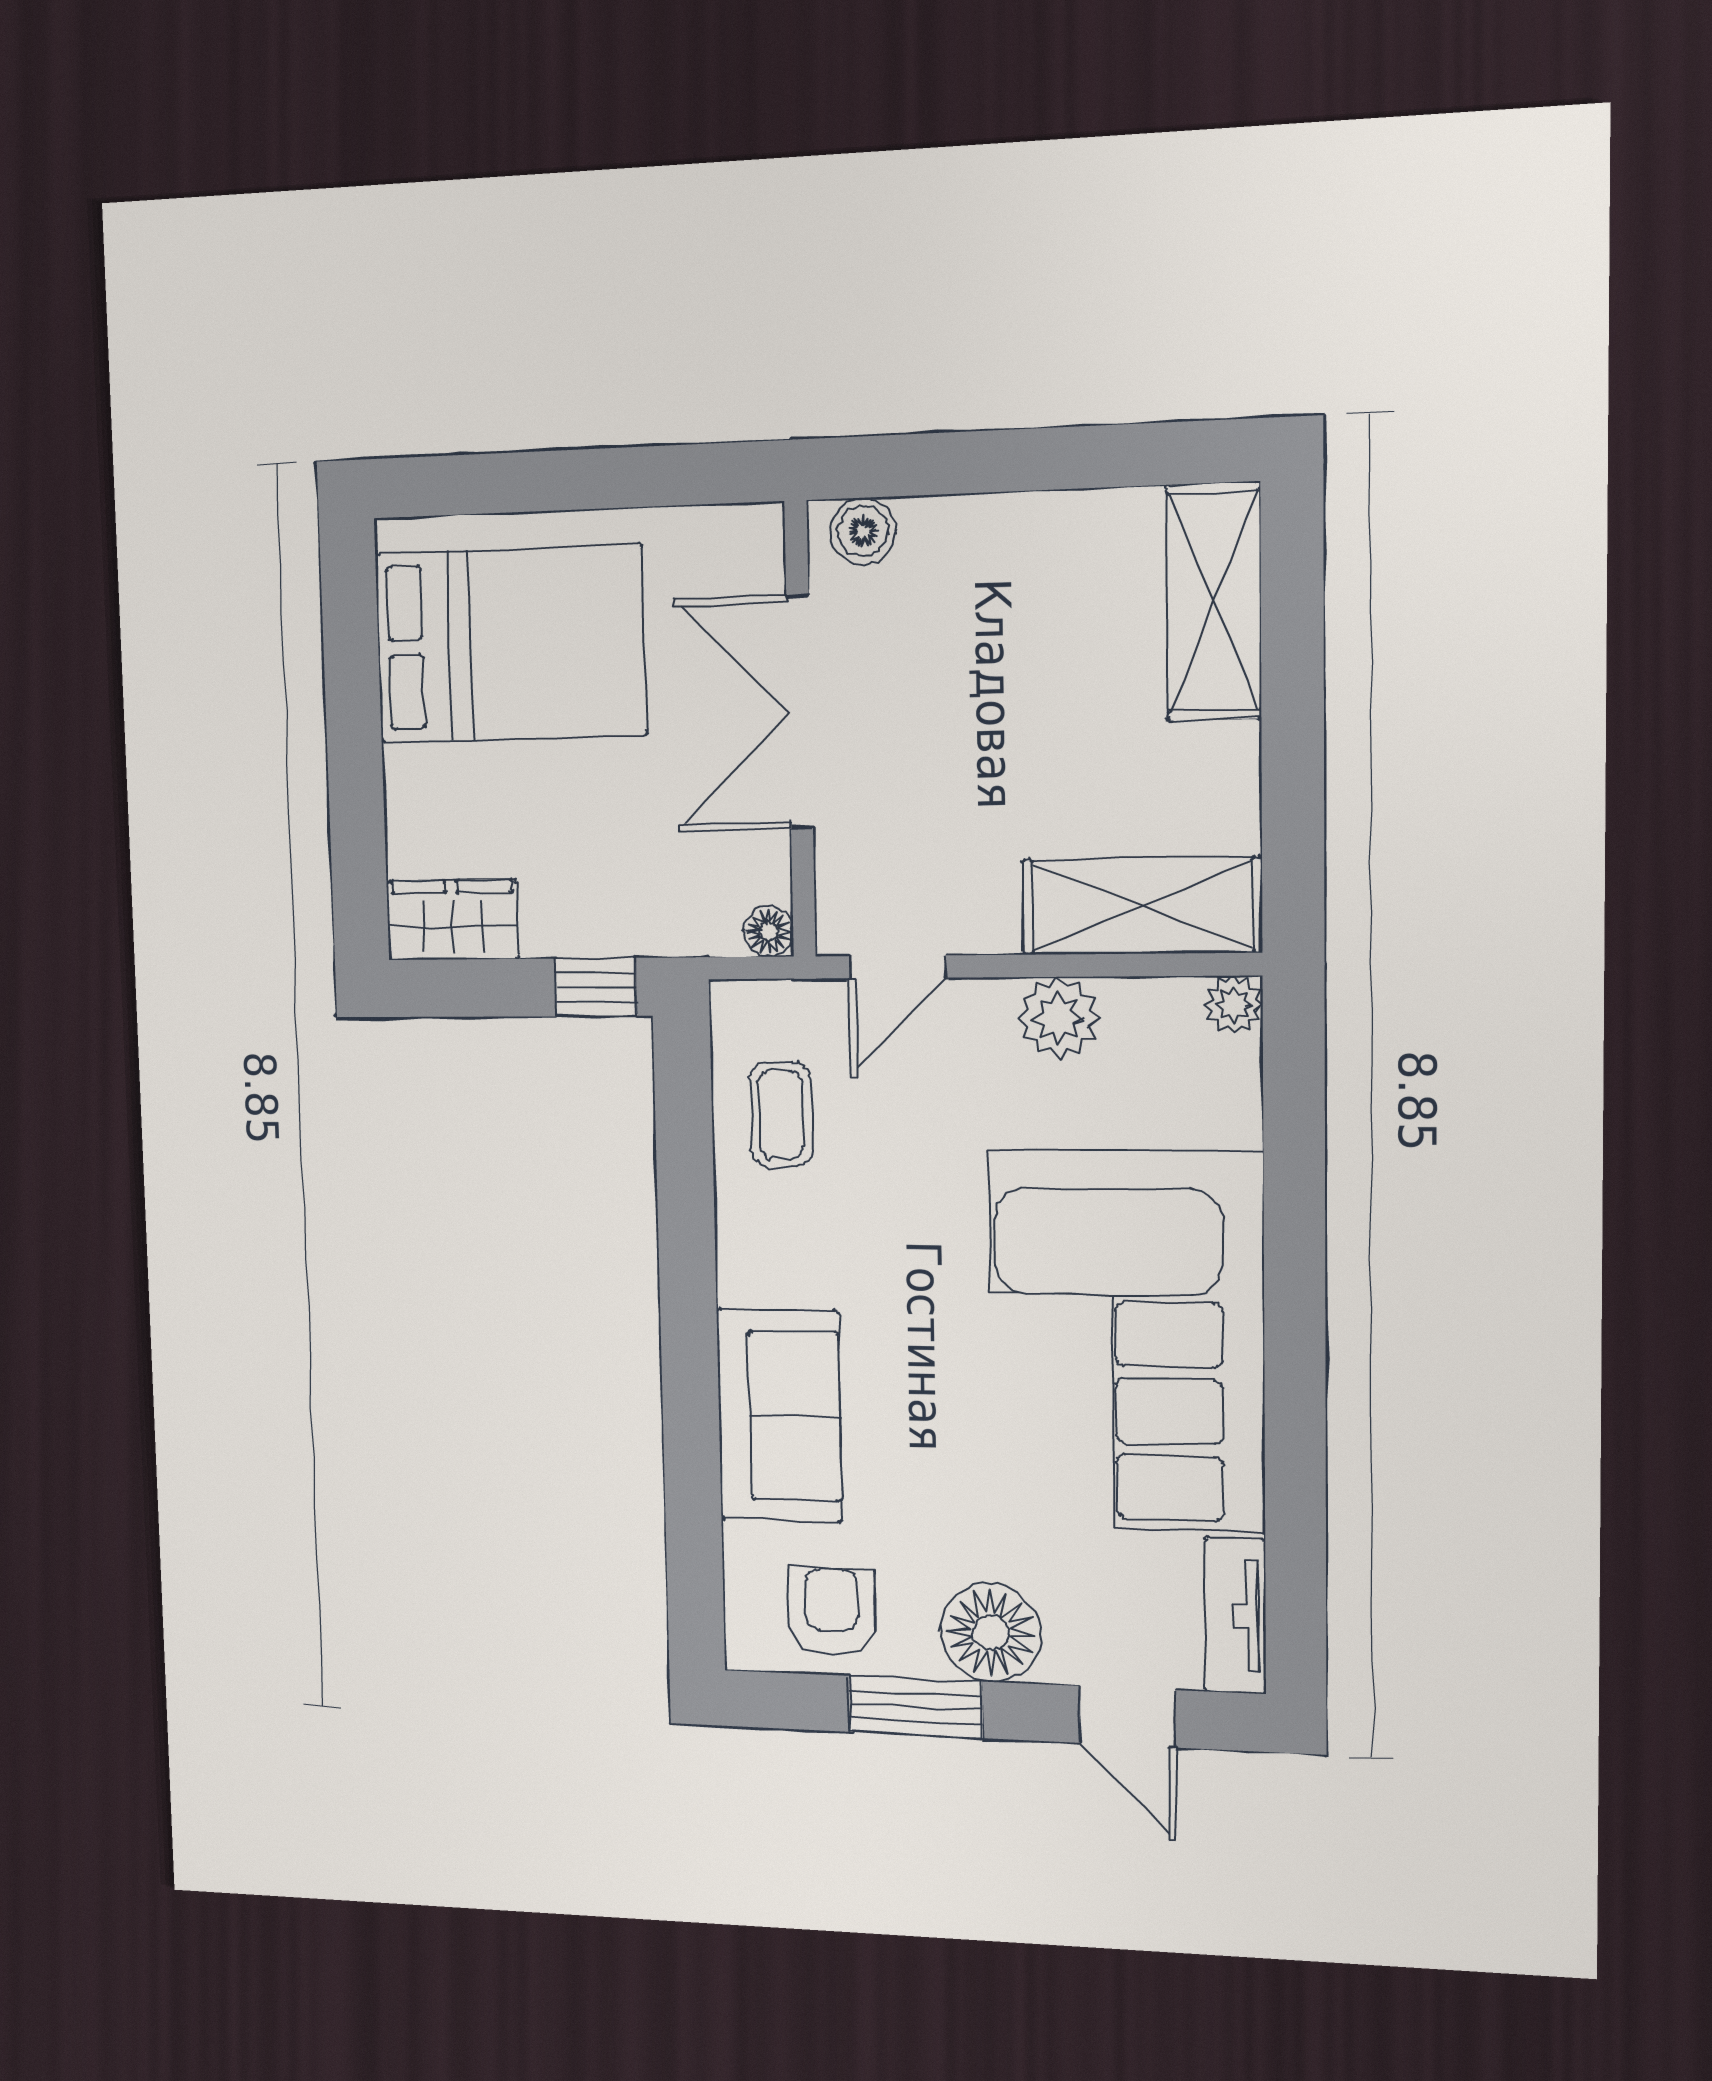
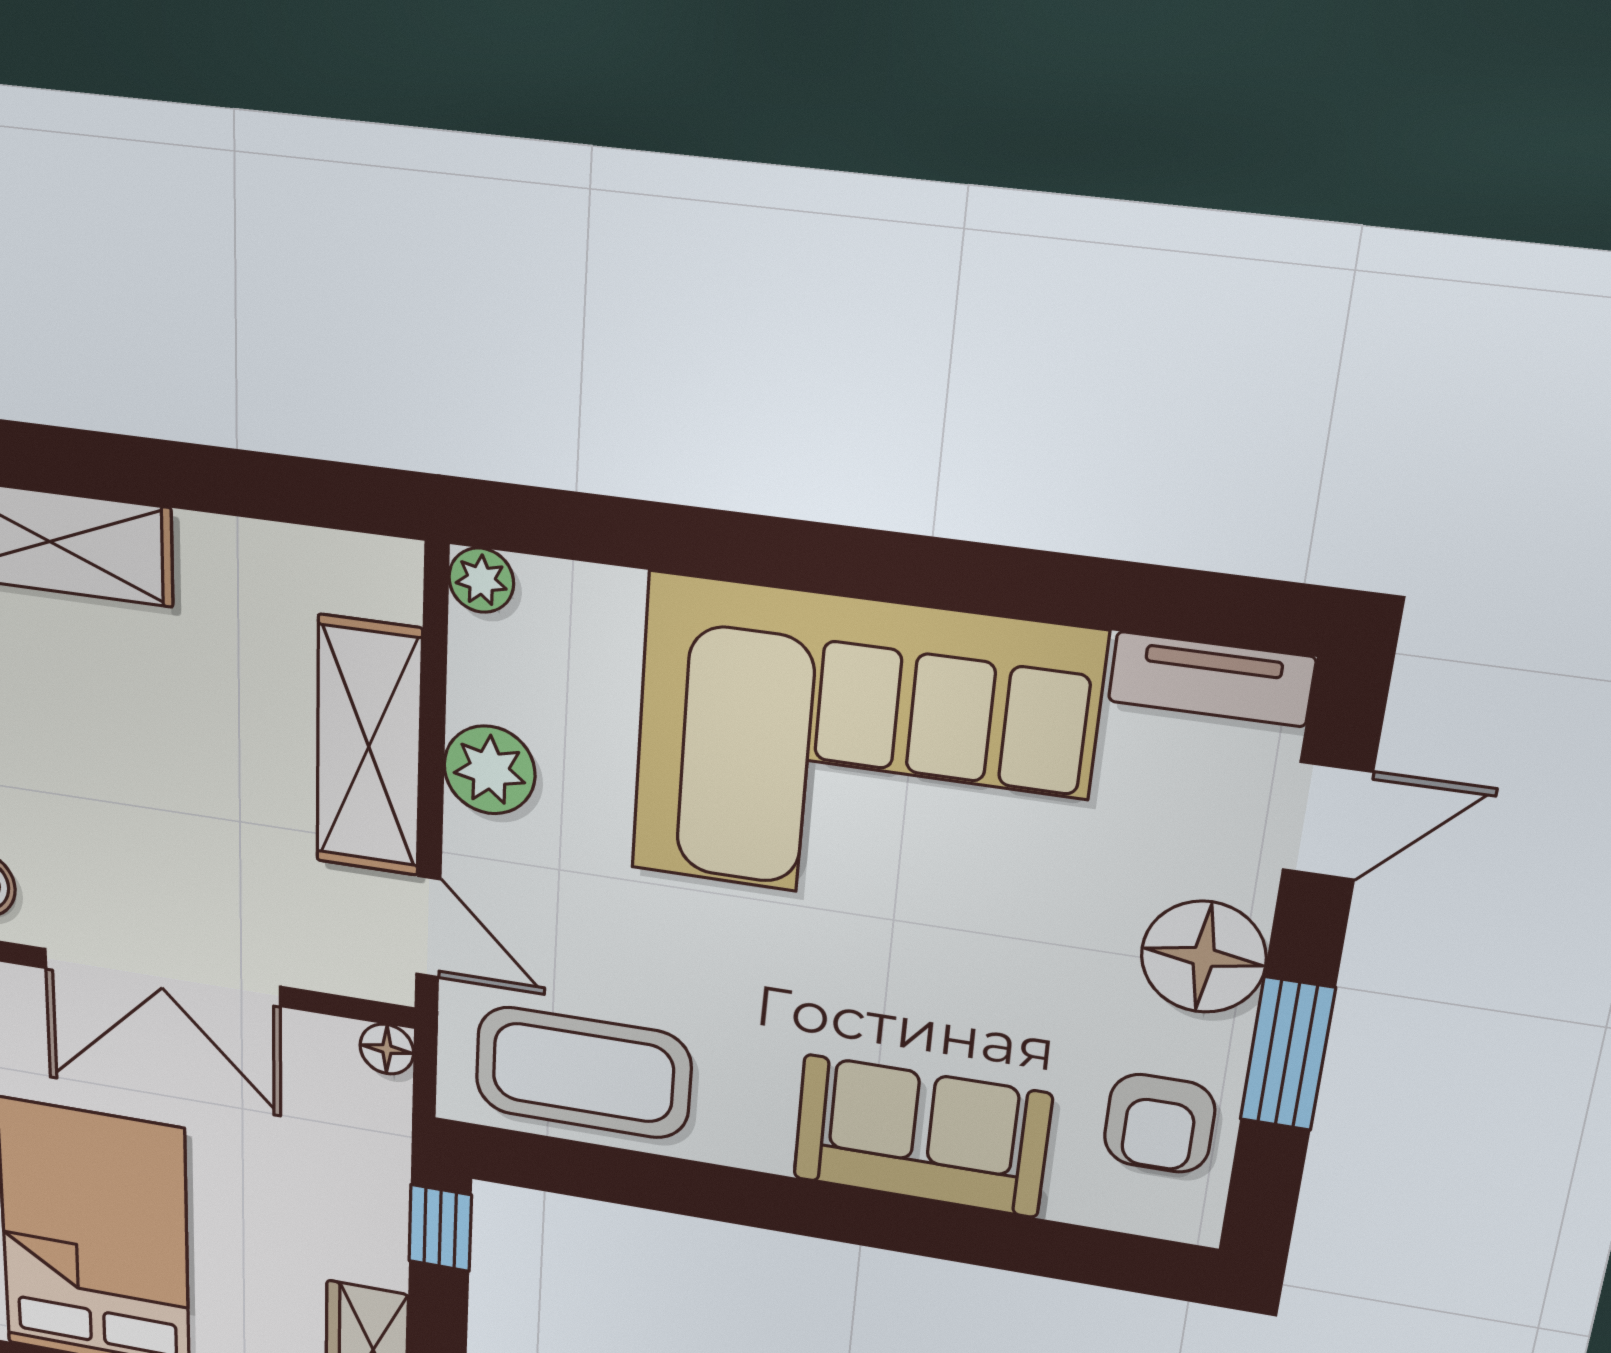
shelving: (1142, 906) -> (369, 747), moved
coffee table: (781, 1114) -> (583, 1073), width x1.86, depth x1.72
armchair: (832, 1612) -> (1159, 1123), turned -90

